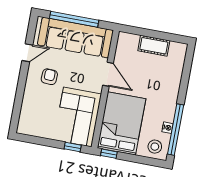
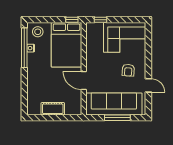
window: (74, 19) -> (117, 118), width x0.68
door: (27, 53) -> (148, 85), swing flipped
corner sofa: (78, 117) -> (125, 37), moved, turned 90

